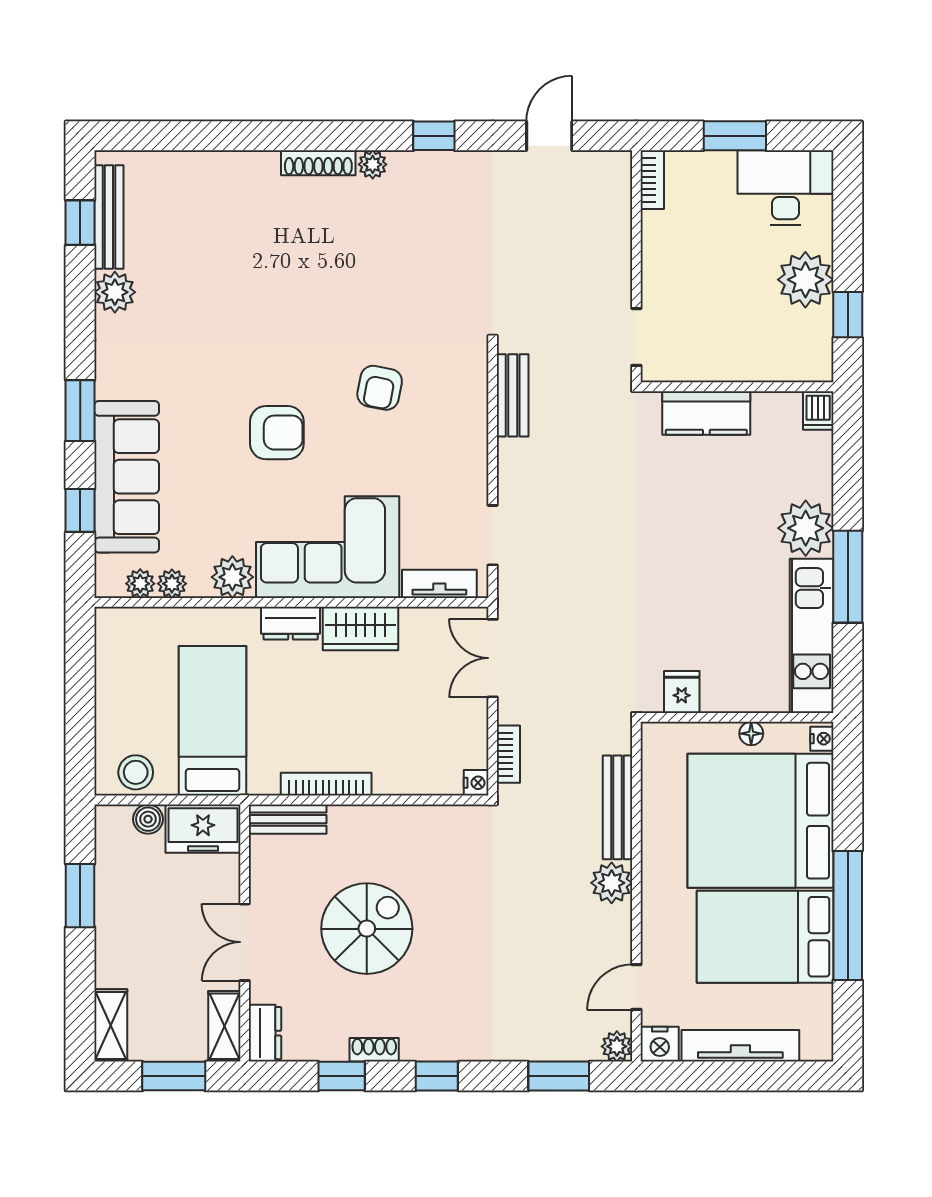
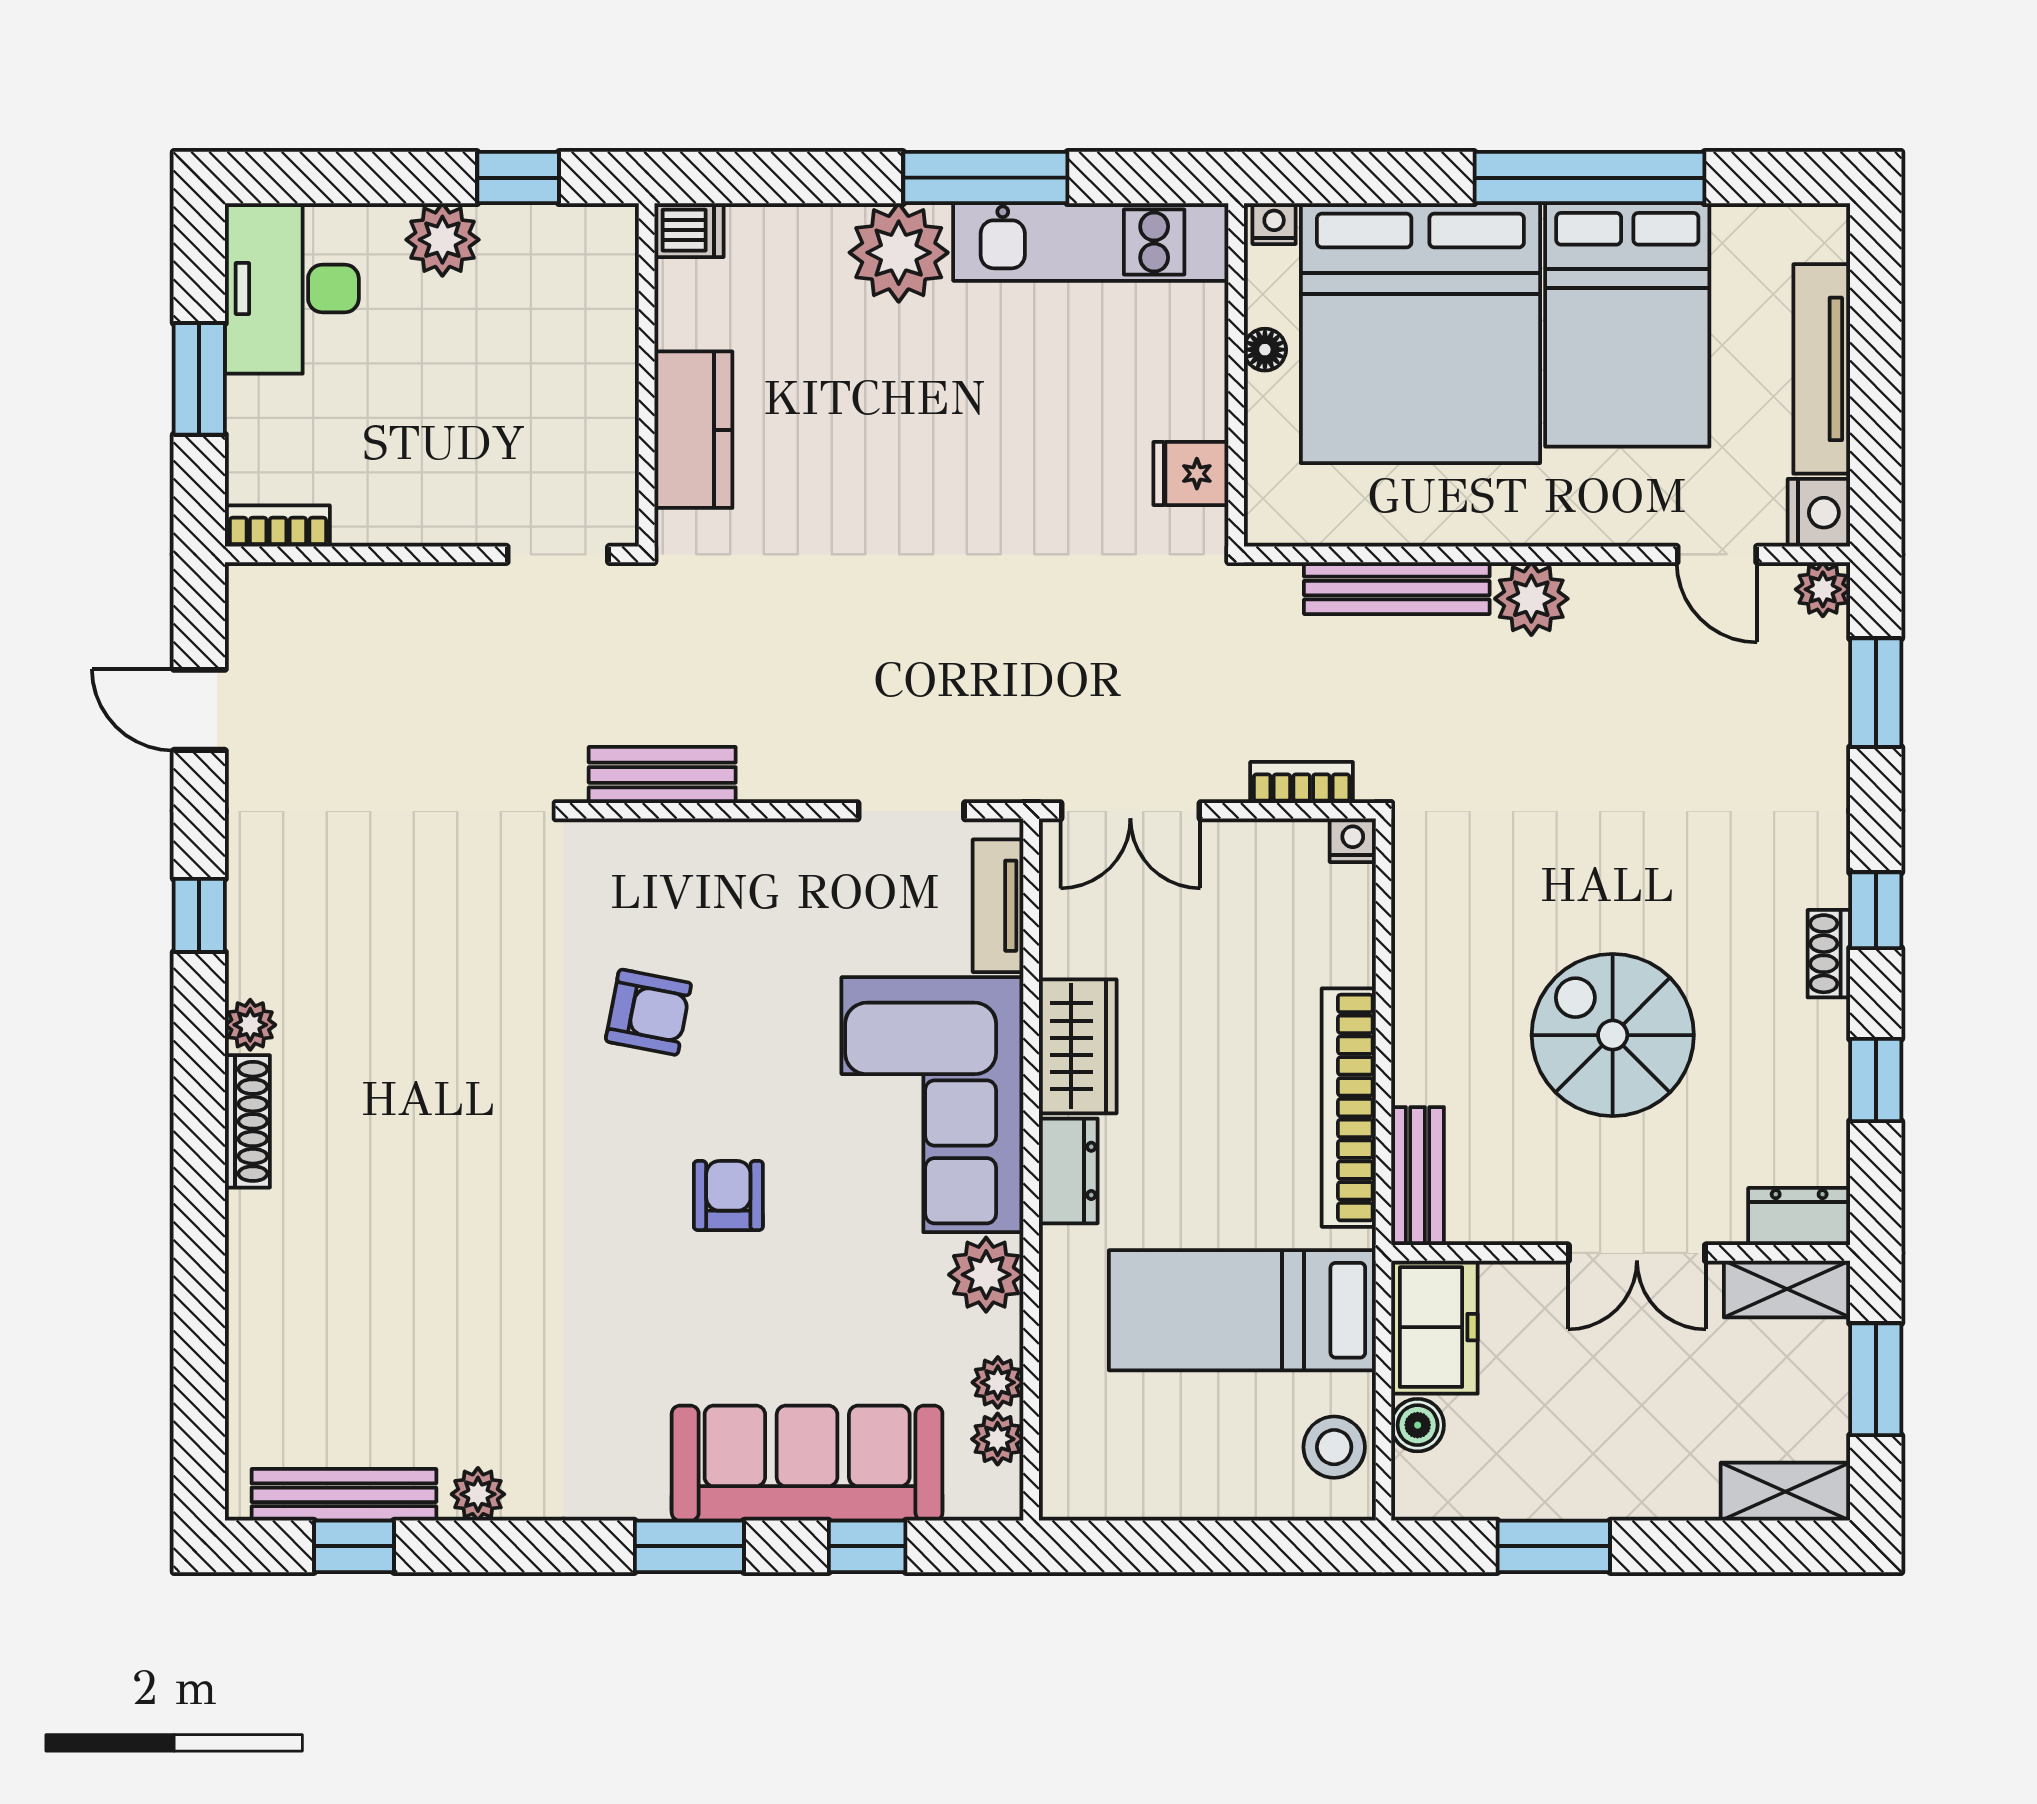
plant: (805, 280) -> (442, 240), width x0.73, depth x0.73
plant: (115, 292) -> (478, 1494), width x0.73, depth x0.73
armchair: (277, 433) -> (728, 1195), width x0.72, depth x0.72
bookcase: (326, 784) -> (1349, 1108), width x1.48, depth x1.31
shoe rack: (374, 1050) -> (1829, 954), moved

